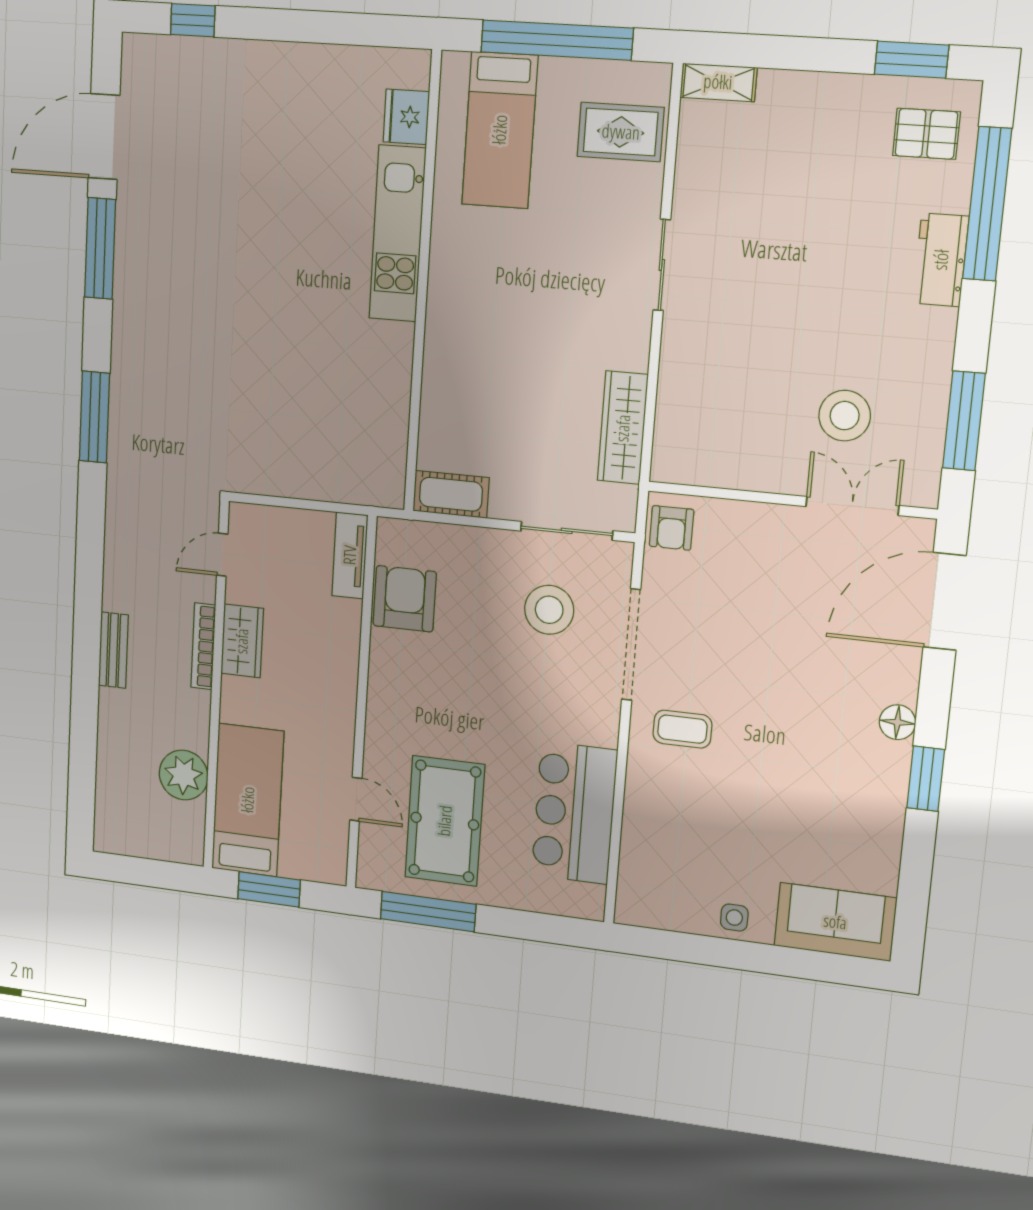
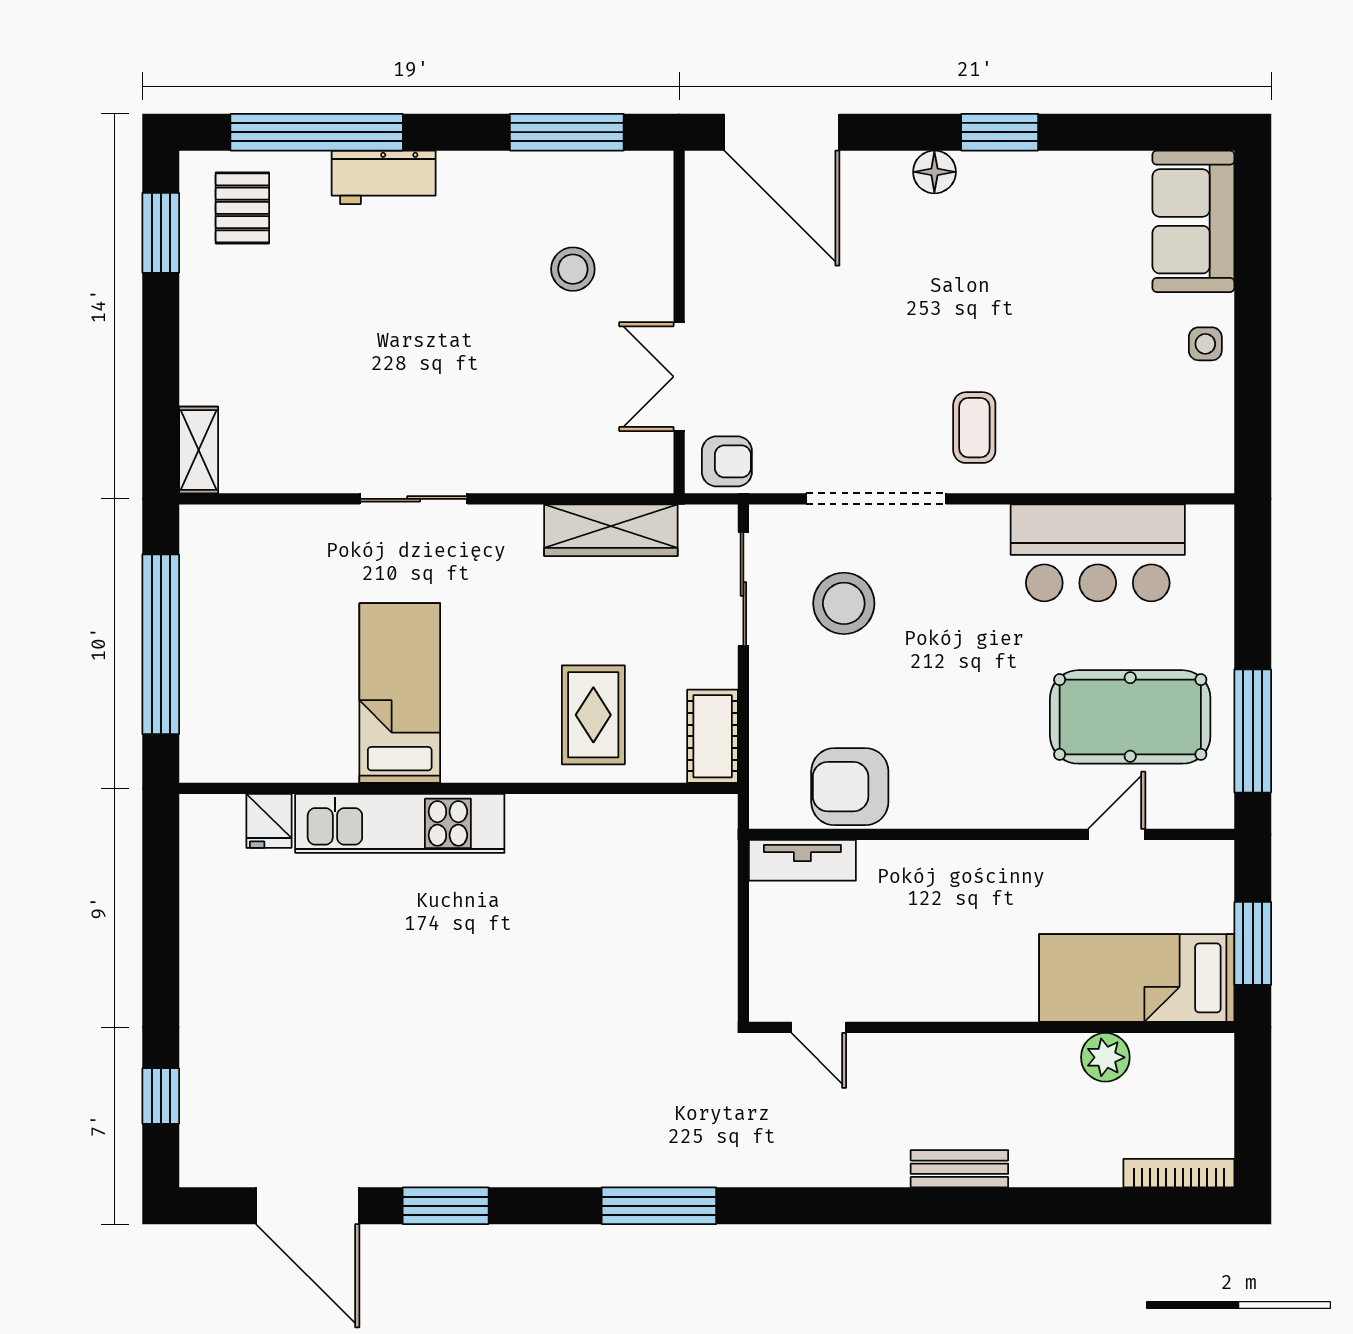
fridge: (406, 117) -> (269, 821), width x0.72
bed: (500, 130) -> (400, 693), moved, turned -90
rug: (621, 132) -> (593, 715), moved
window: (100, 248) -> (446, 1206), width x0.69
stool: (845, 416) -> (573, 269), width x0.73, depth x0.73
double door: (852, 506) -> (679, 377), moved
wardrobe: (242, 641) -> (927, 996), removed
bookcase: (203, 646) -> (1179, 1173), moved, turned 180
plant: (184, 775) -> (1105, 1057), width x0.73, depth x0.73

